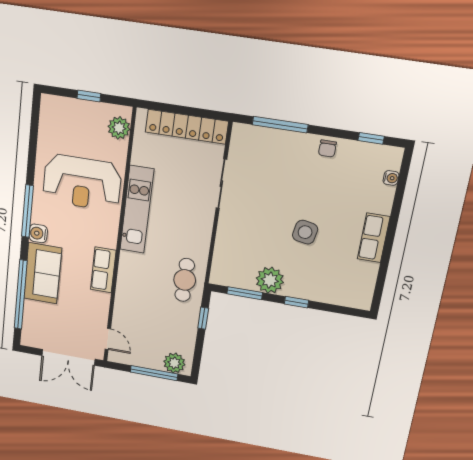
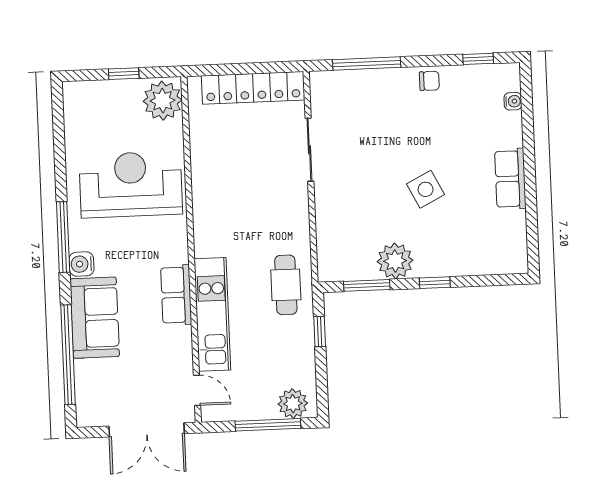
plant: (119, 128) -> (163, 101), width x1.36, depth x1.36
chair: (327, 148) -> (429, 81), turned -90
reception desk: (82, 183) -> (131, 185), turned 180
kitchen unit: (137, 210) -> (212, 314), moved
side table: (305, 232) -> (426, 189), turned -37

